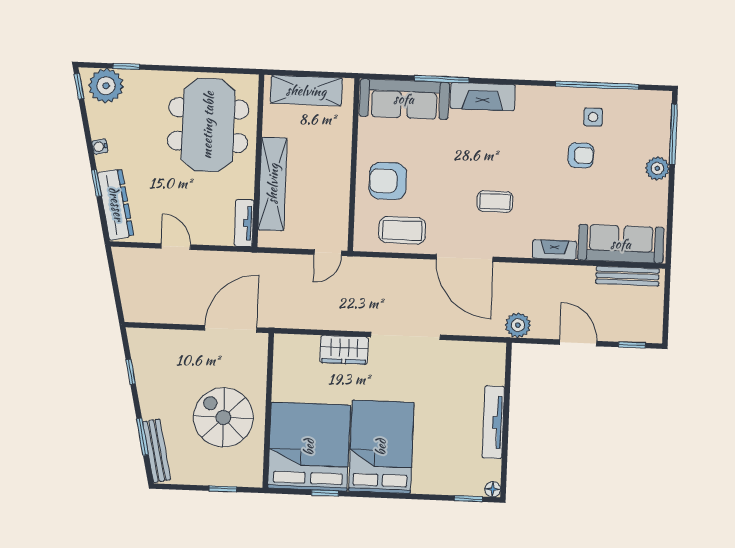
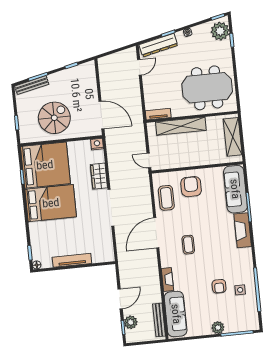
door: (176, 247) -> (139, 67), moved
plant: (518, 325) -> (131, 322), moved
nightstand: (284, 345) -> (97, 144), added

